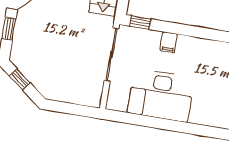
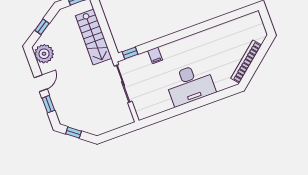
desk: (161, 95) -> (190, 84), moved

